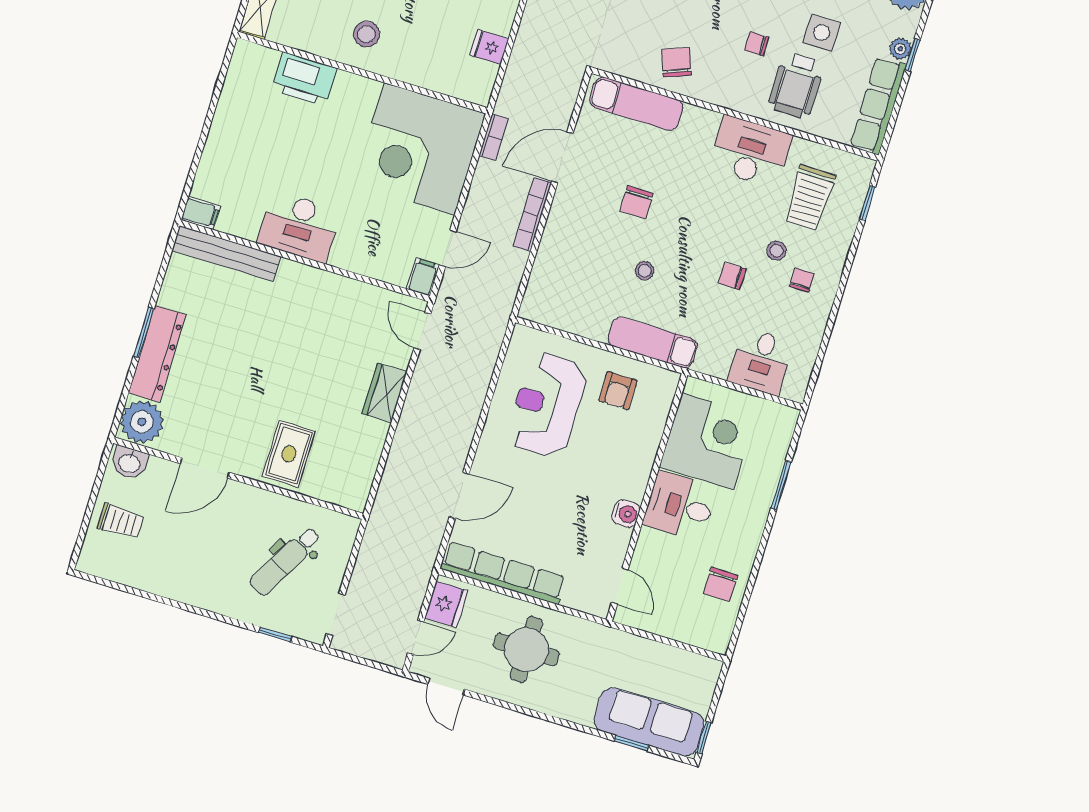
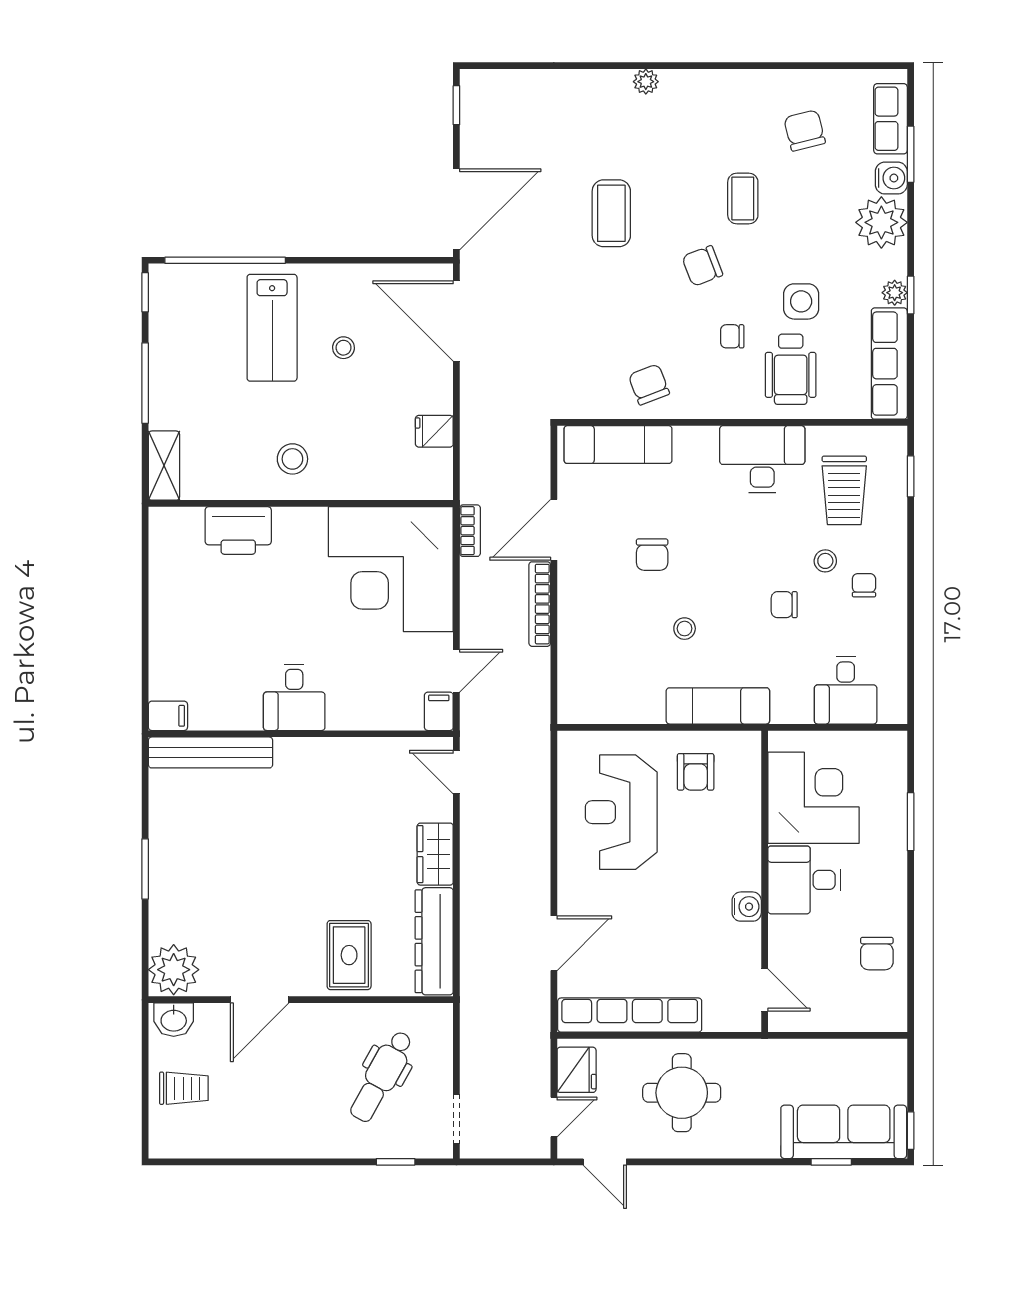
desk: (299, 227) -> (294, 697), width x0.73
dresser: (157, 354) -> (434, 941), moved, turned 180

